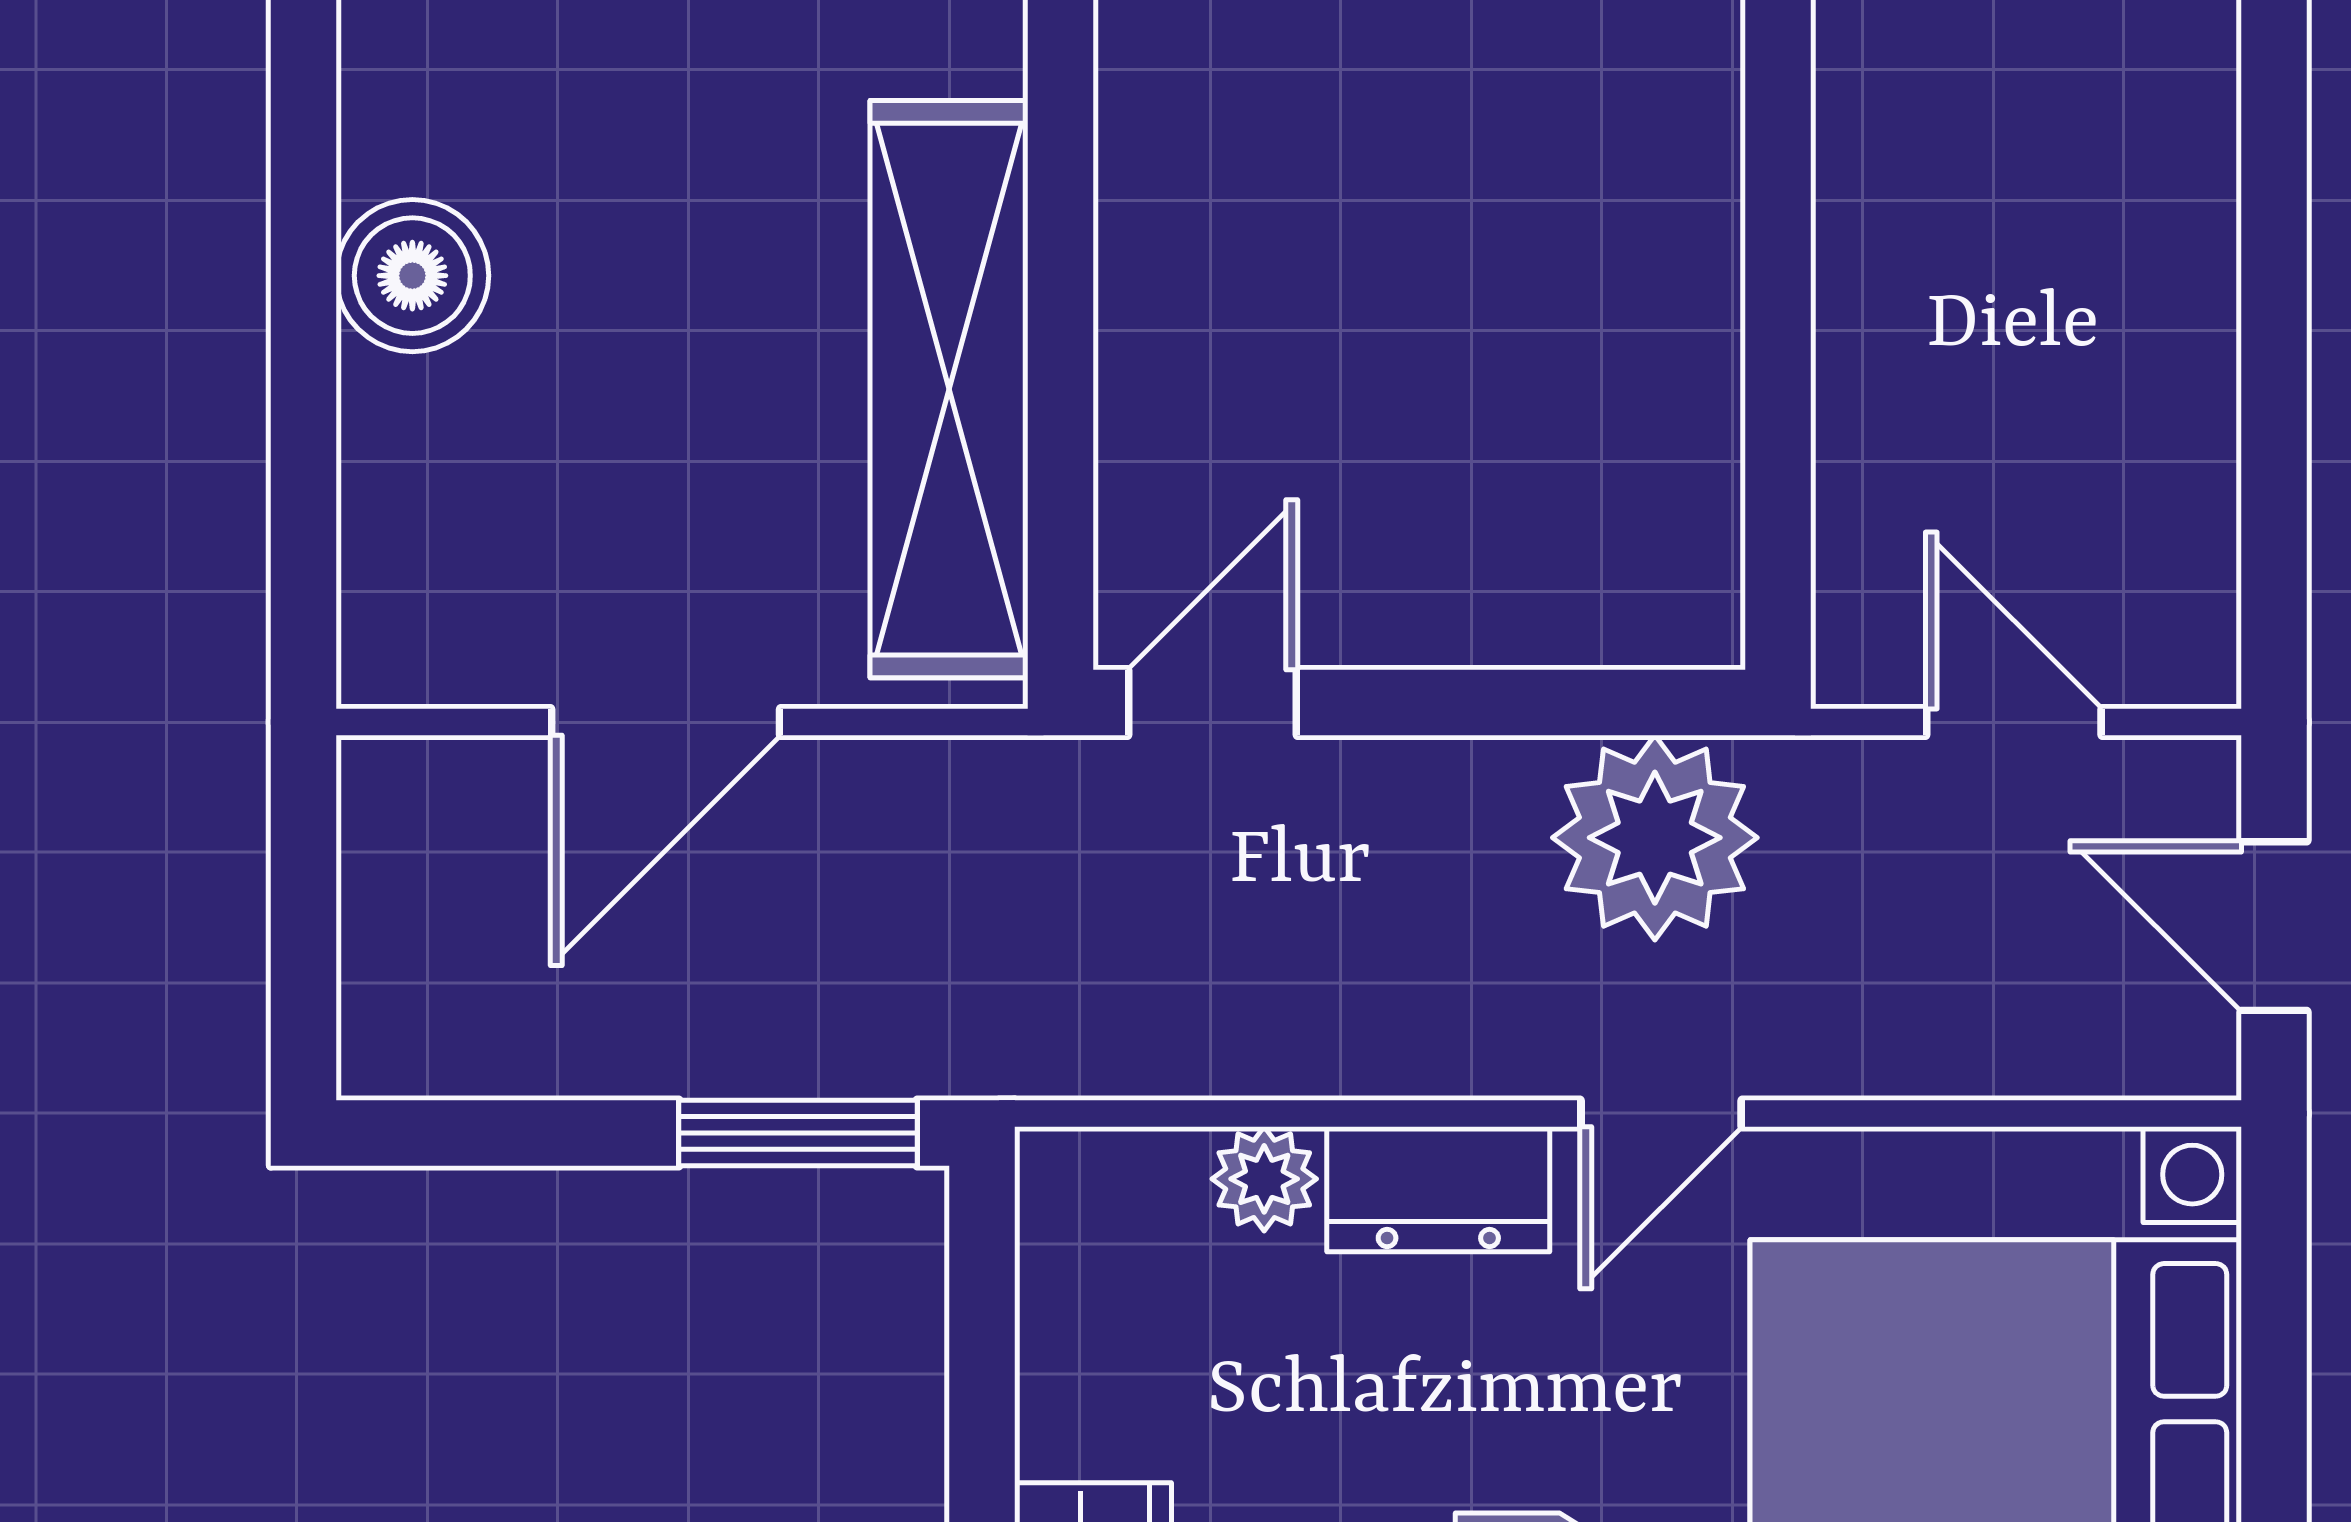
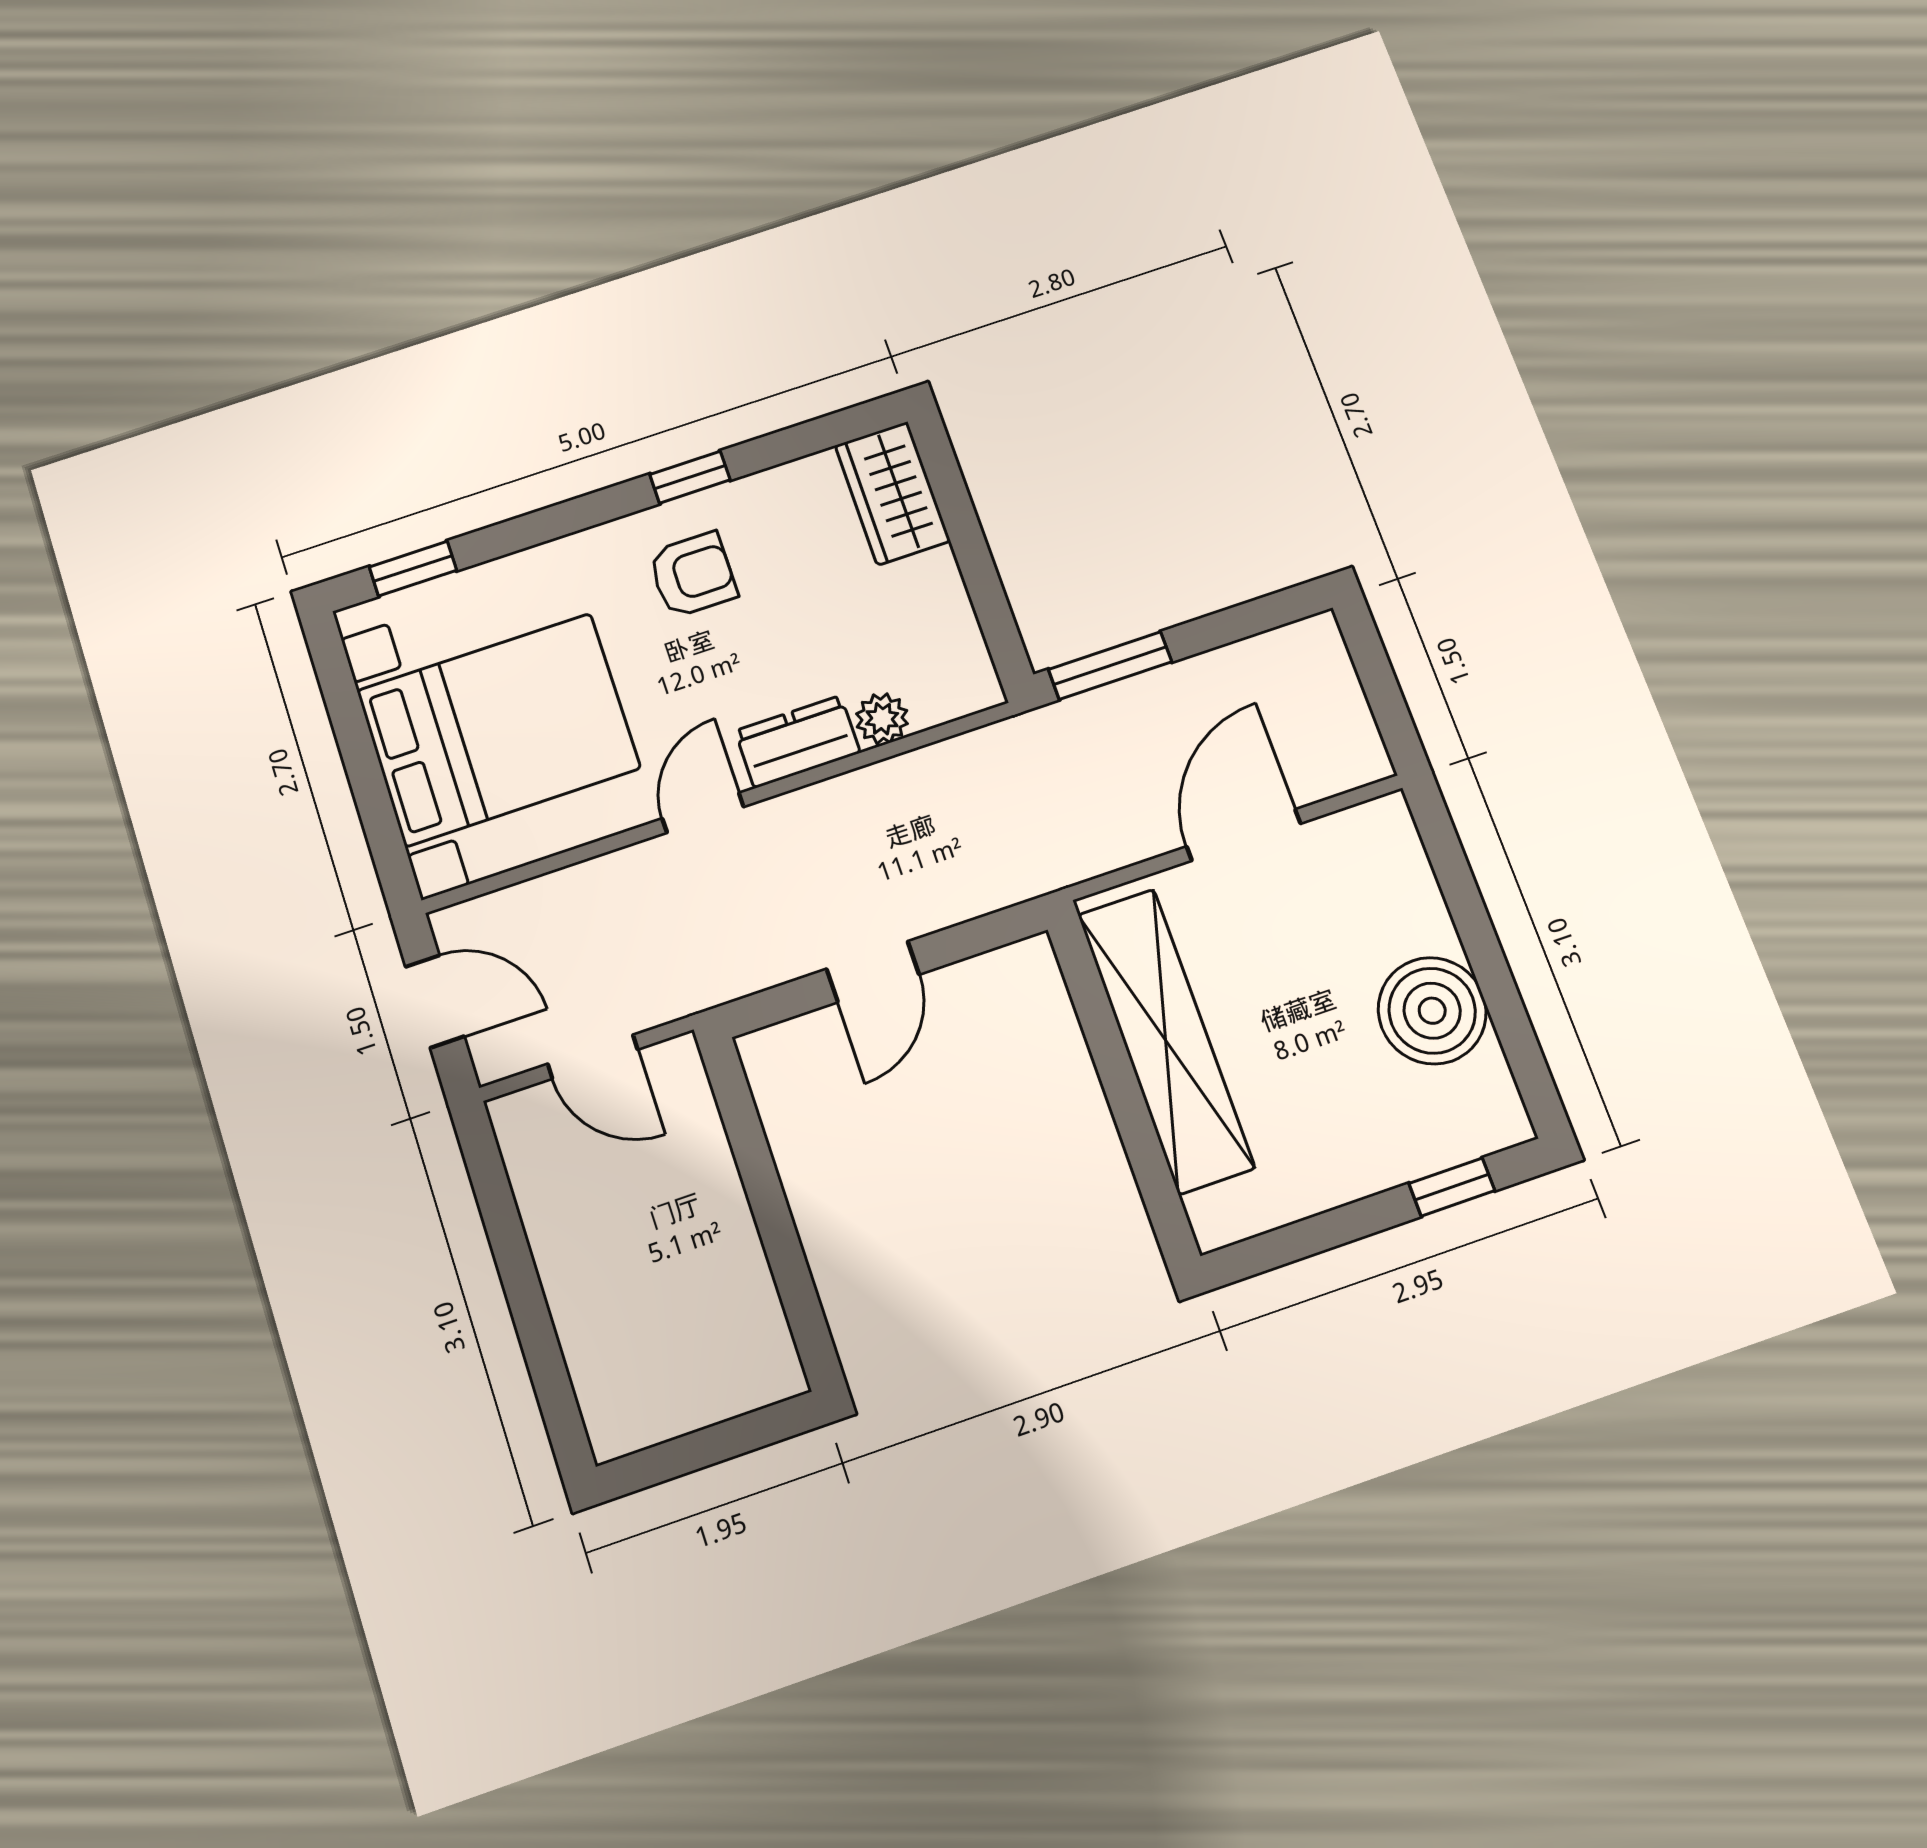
boiler: (412, 276) -> (1432, 1011), width x1.37, depth x1.37
door: (1212, 702) -> (873, 972), moved
plant: (1655, 838) -> (749, 942), removed

